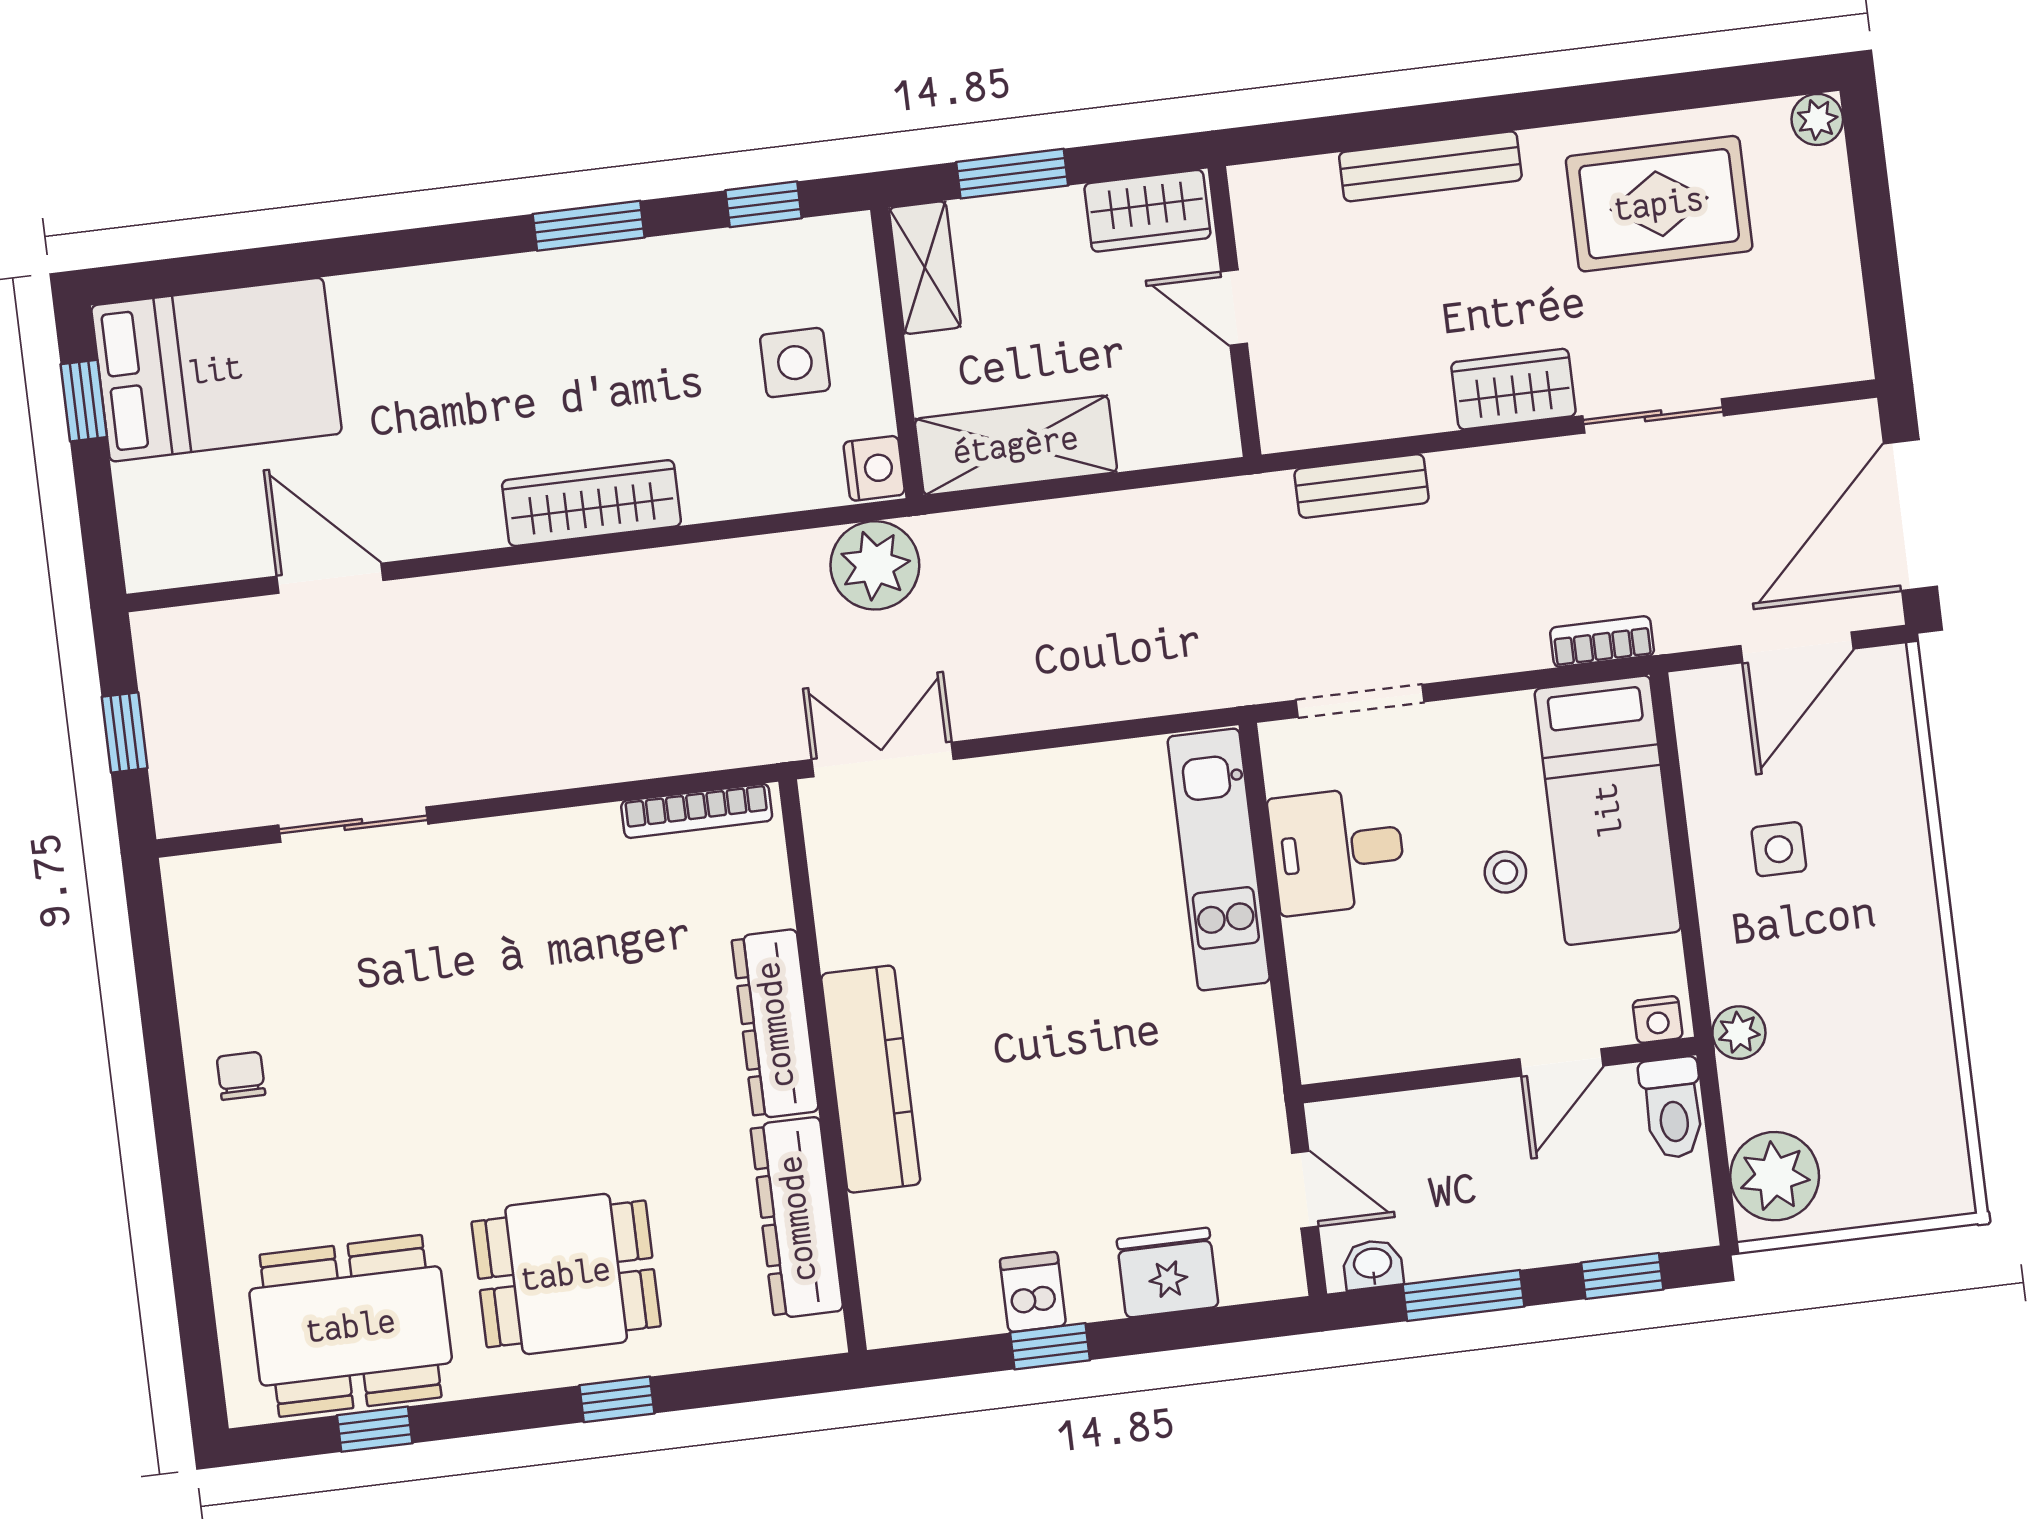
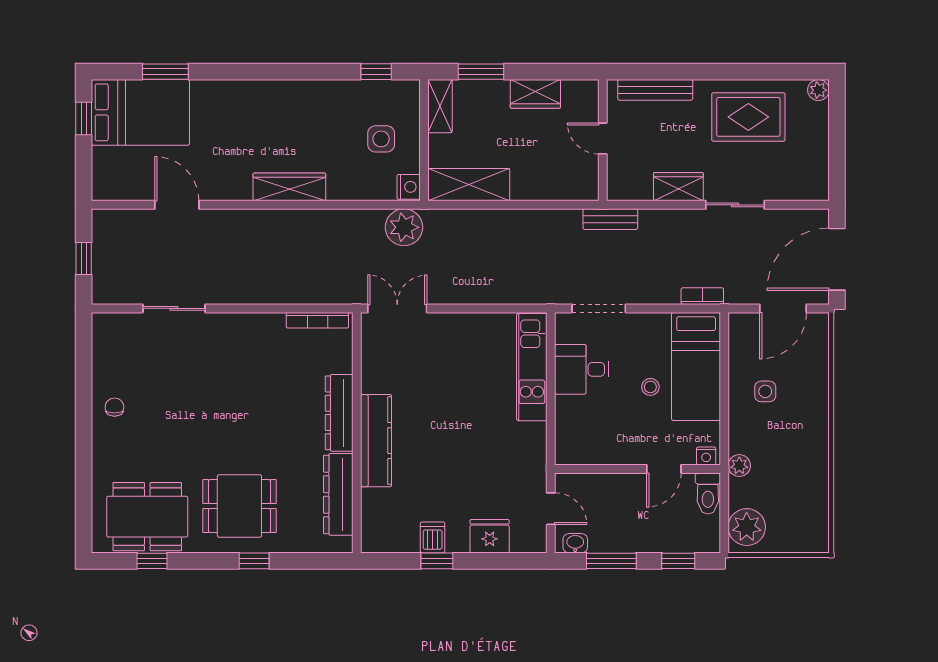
window: (589, 226) -> (165, 72), moved
door: (1234, 308) -> (603, 138), moved
wall: (1234, 311) -> (603, 140), moved

